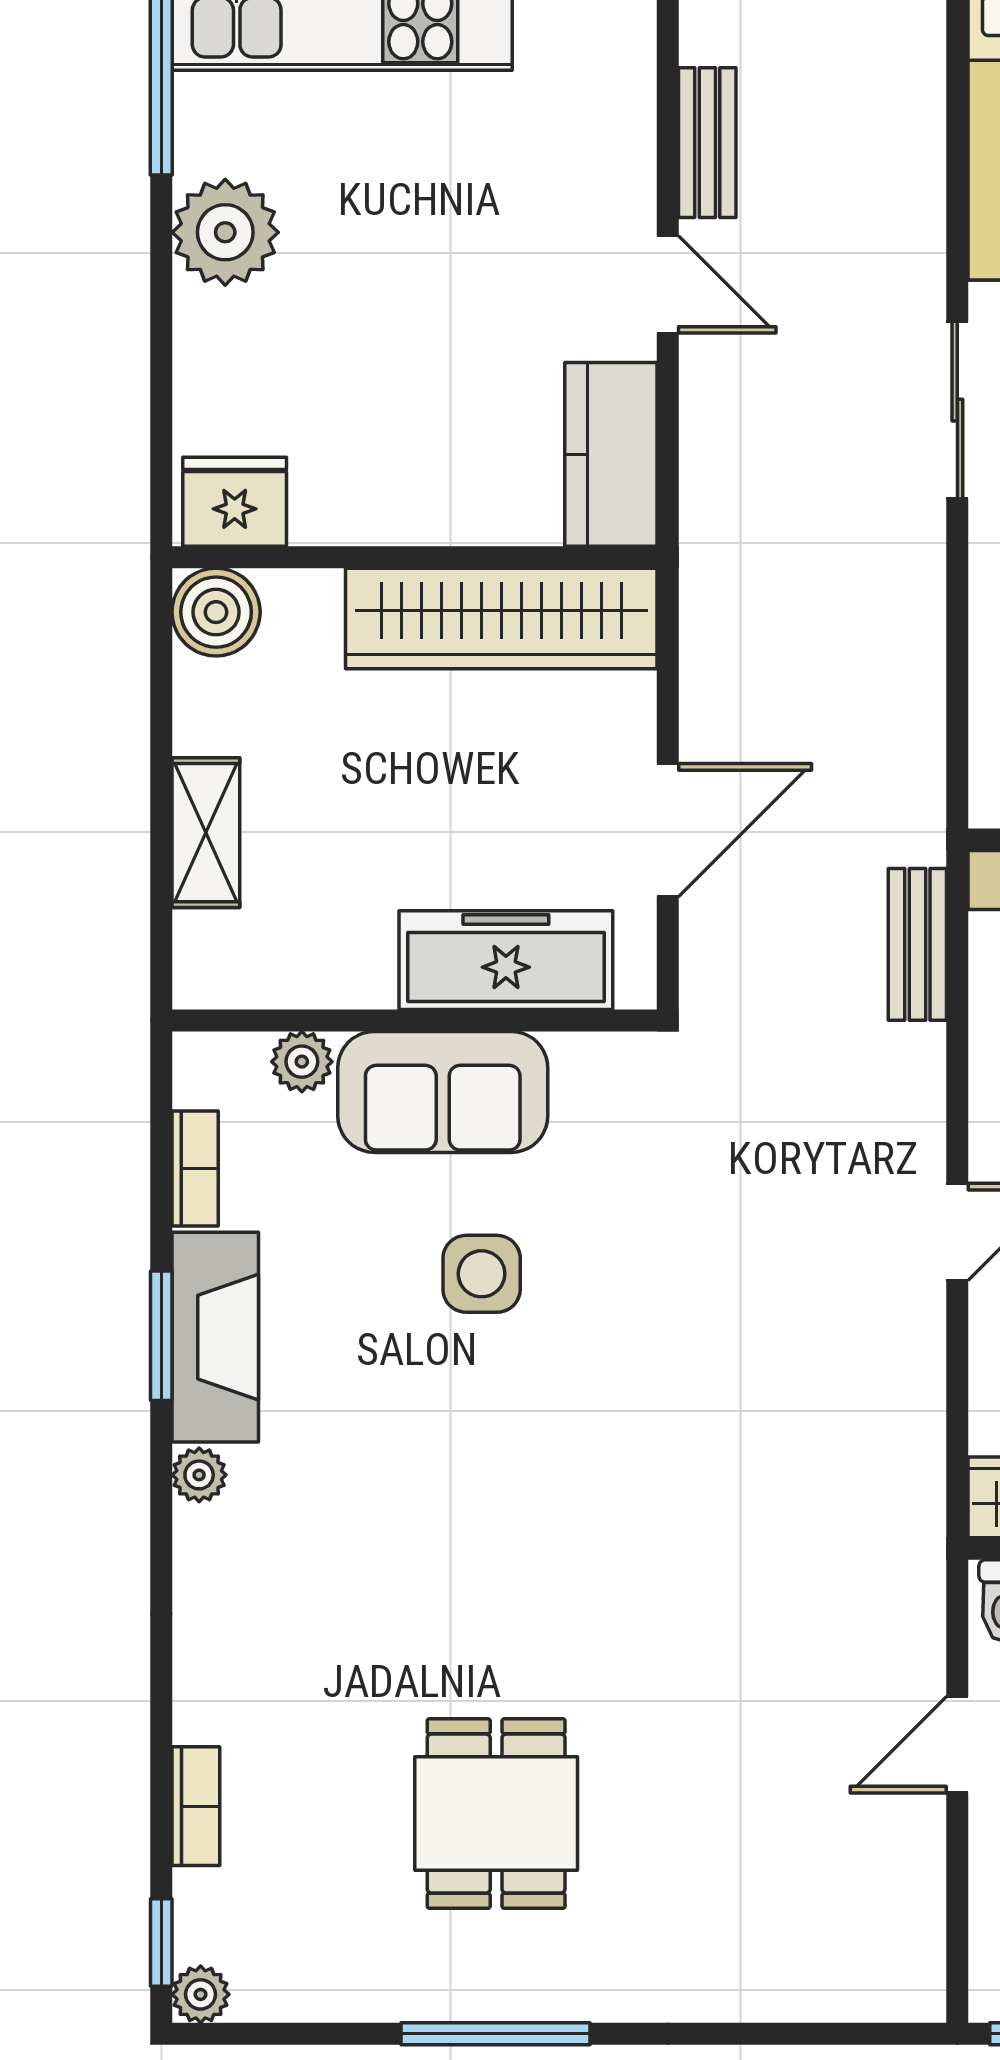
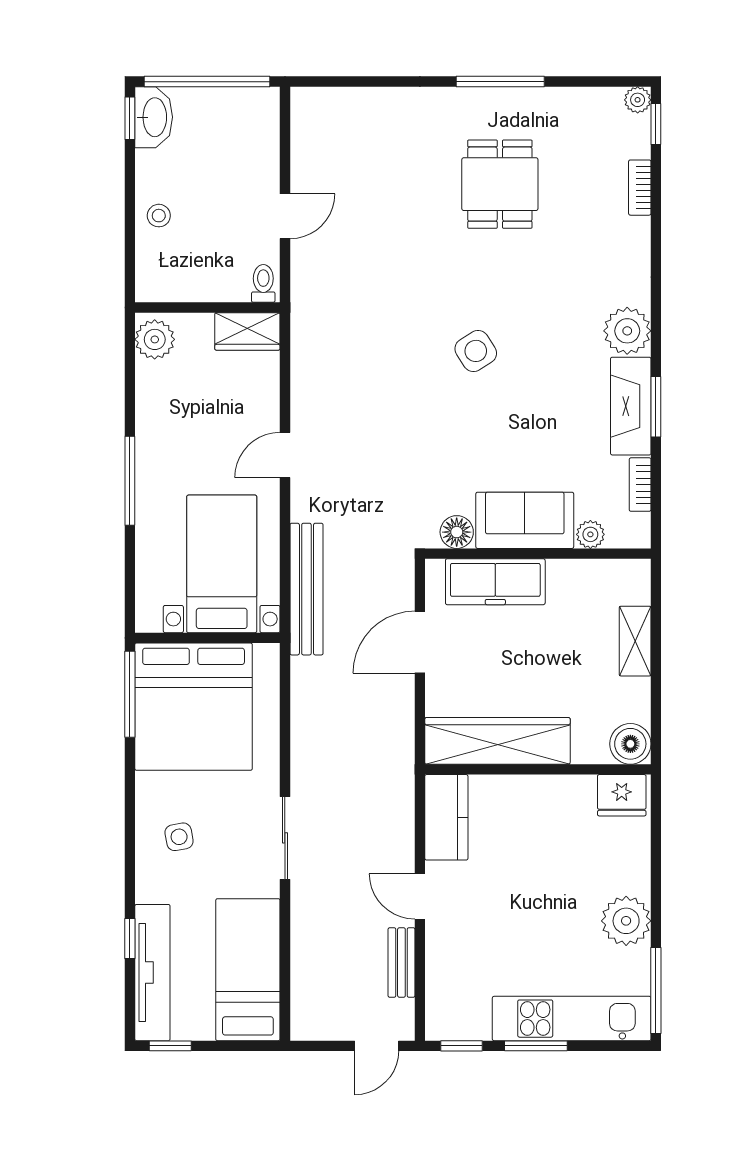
bench: (917, 944) -> (306, 589), width x1.86, depth x1.21
floor lamp: (589, 1067) -> (457, 532), added
side table: (482, 1274) -> (476, 351), moved, turned -32
plant: (199, 1475) -> (627, 331), width x1.87, depth x1.87

